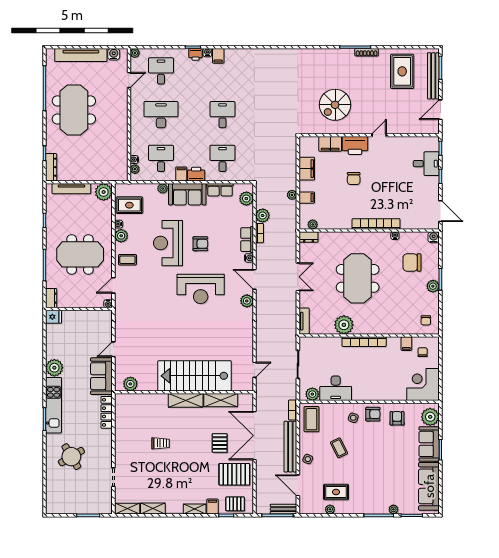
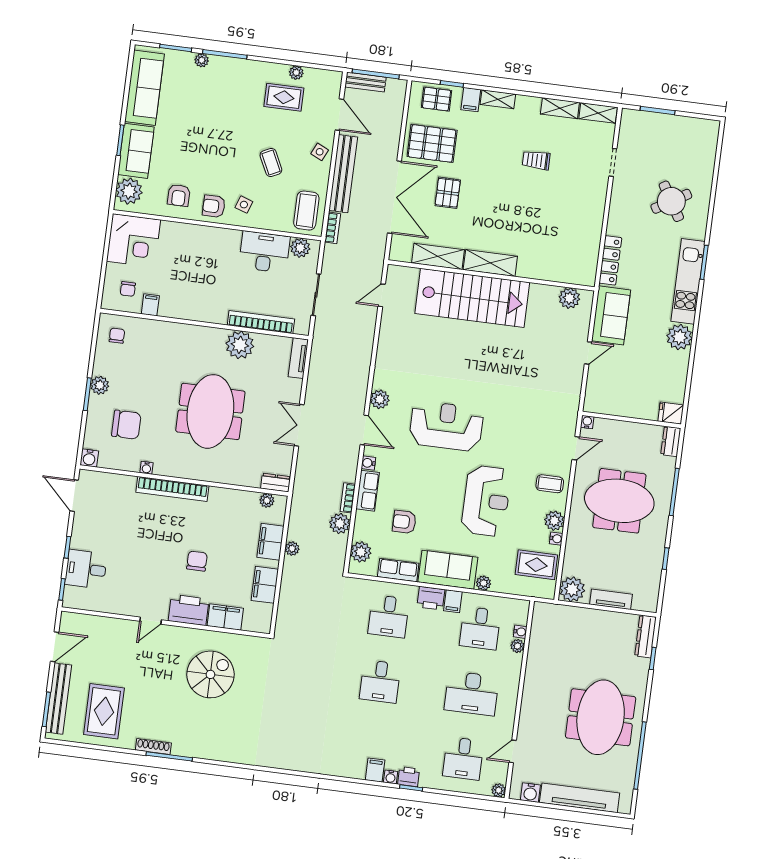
plant: (135, 169) -> (517, 646), moved
tv unit: (71, 189) -> (611, 599), width x0.71
filing cabinet: (307, 198) -> (270, 542), width x2.00
armchair: (200, 244) -> (404, 522), moved
bookcase: (364, 342) -> (261, 322), moved
trolley: (160, 443) -> (536, 160), moved

